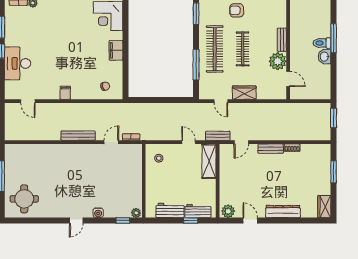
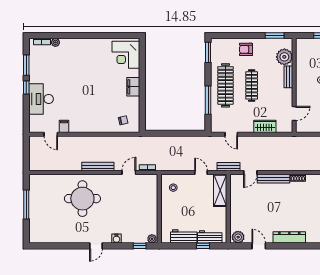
plant: (278, 61) -> (284, 57), moved
door: (288, 79) -> (294, 114), hinge flipped
filing cabinet: (65, 93) -> (64, 126), moved
wardrobe: (244, 93) -> (265, 126), moved
bench: (271, 149) -> (274, 179), width x1.36
round table: (24, 199) -> (82, 199), moved, width x1.36, depth x1.36

